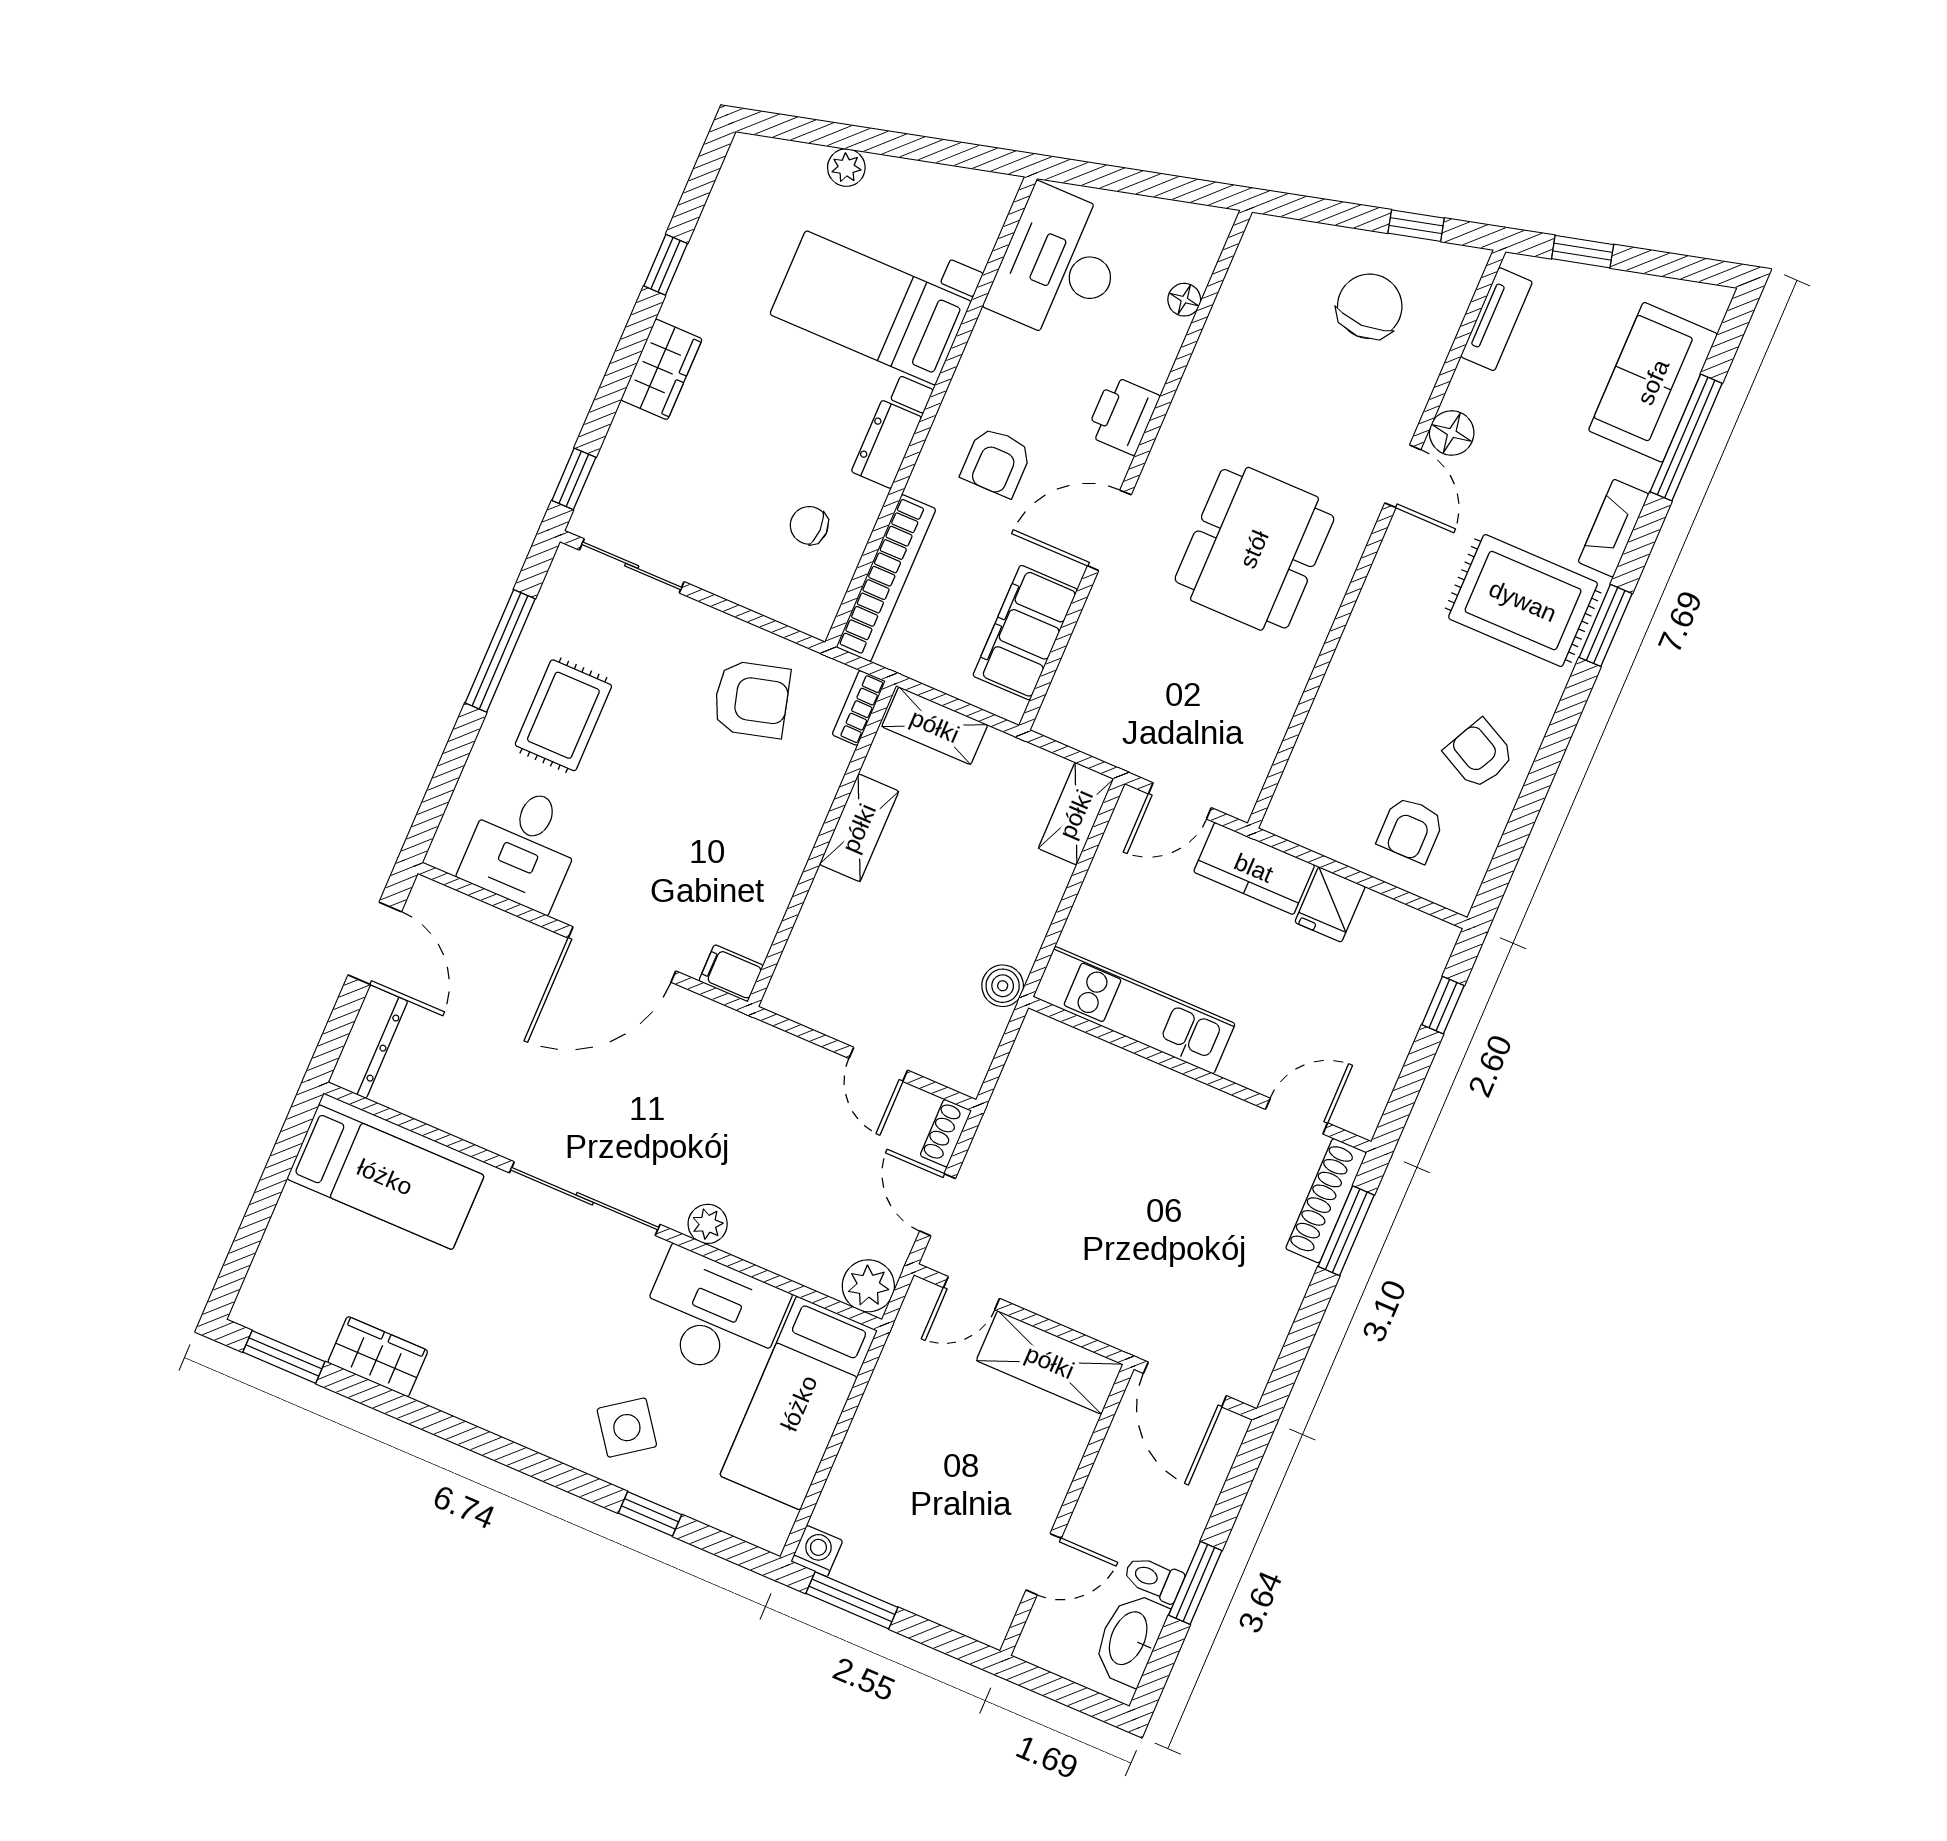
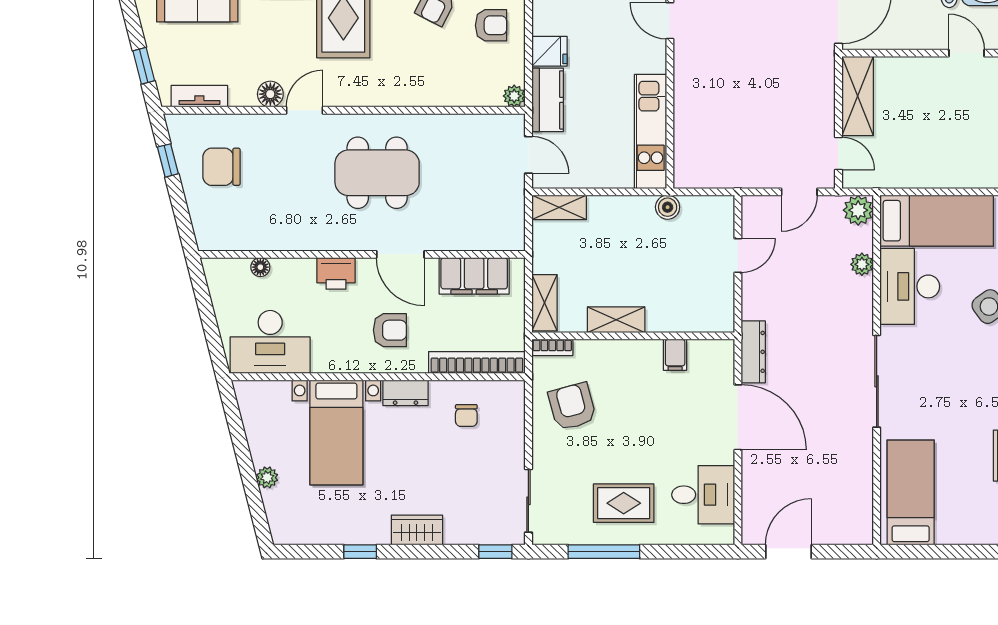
plant: (1283, 818) -> (514, 96), added
filing cabinet: (731, 973) -> (675, 355), moved
dresser: (368, 1042) -> (753, 352), moved, turned 90
shoe rack: (946, 1133) -> (759, 204), removed
plant: (708, 1224) -> (862, 264), moved

